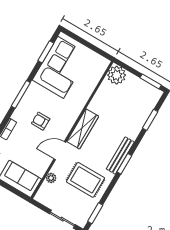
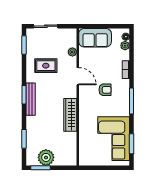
plant: (117, 75) -> (46, 157), moved
wardrobe: (83, 129) -> (70, 115), moved
door: (60, 151) -> (78, 76), hinge flipped
rug: (85, 180) -> (46, 66), width x0.73, depth x0.70

